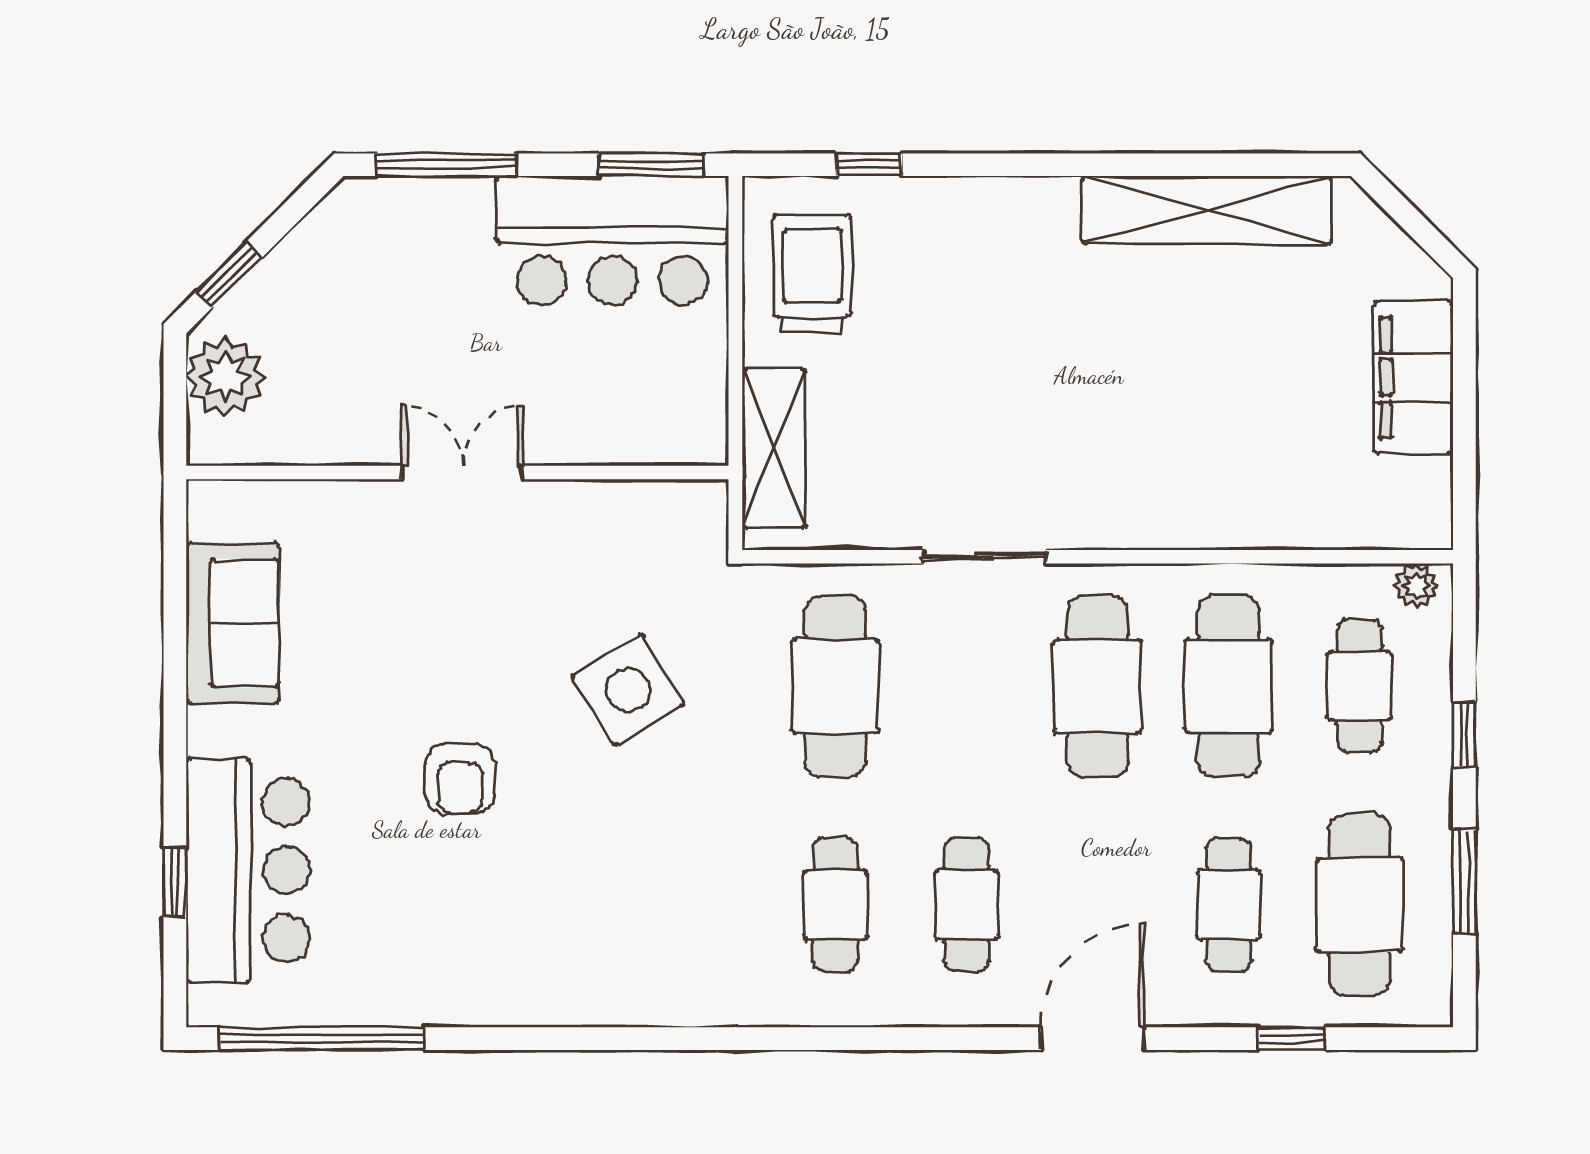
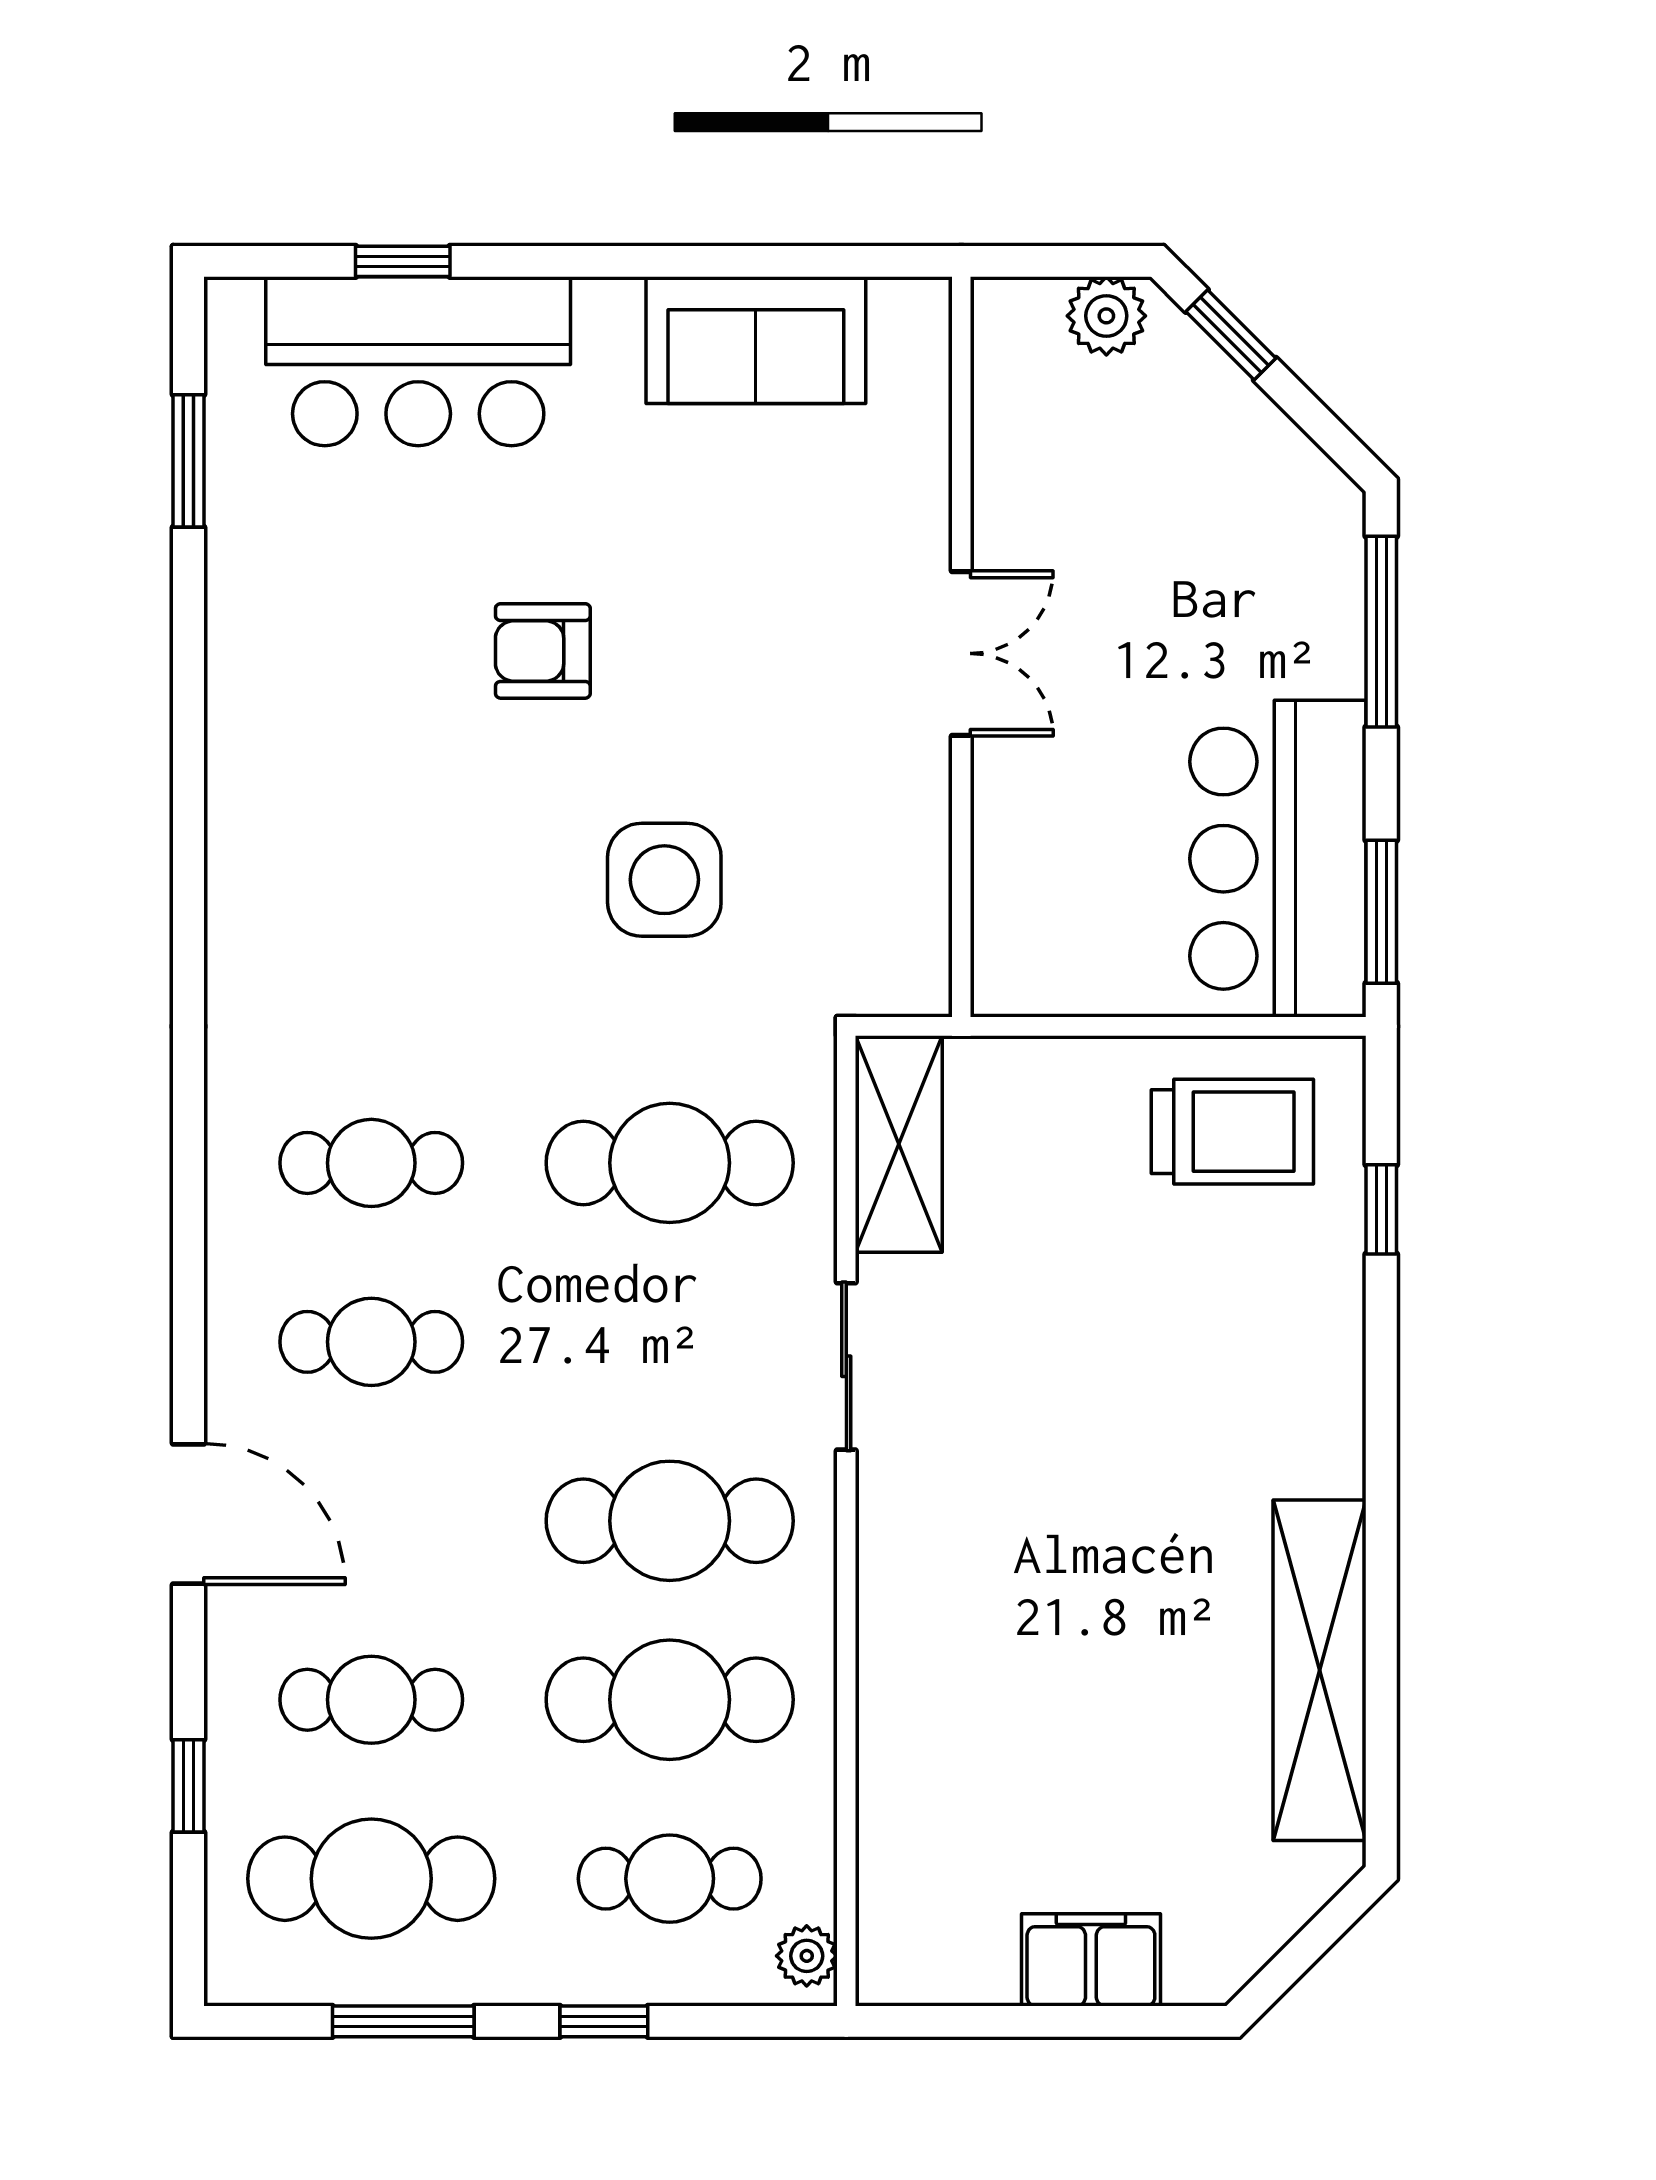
plant: (225, 377) -> (1106, 316), width x0.73, depth x0.73
filing cabinet: (1414, 377) -> (1091, 1960), width x0.67, depth x0.86
shelving: (774, 448) -> (899, 1144), moved, turned 90
side table: (628, 690) -> (664, 880), turned 31
window: (321, 1039) -> (189, 461), width x0.47

